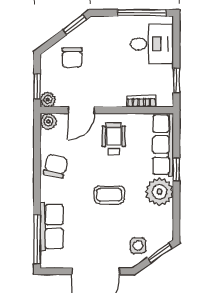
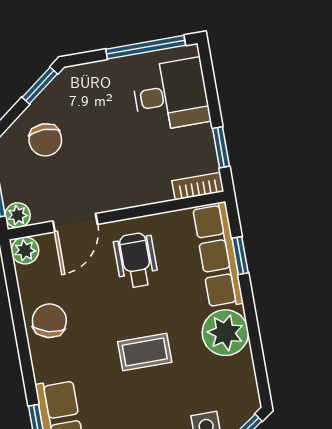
bookcase: (141, 101) -> (198, 186), moved
window: (176, 169) -> (240, 256), moved

